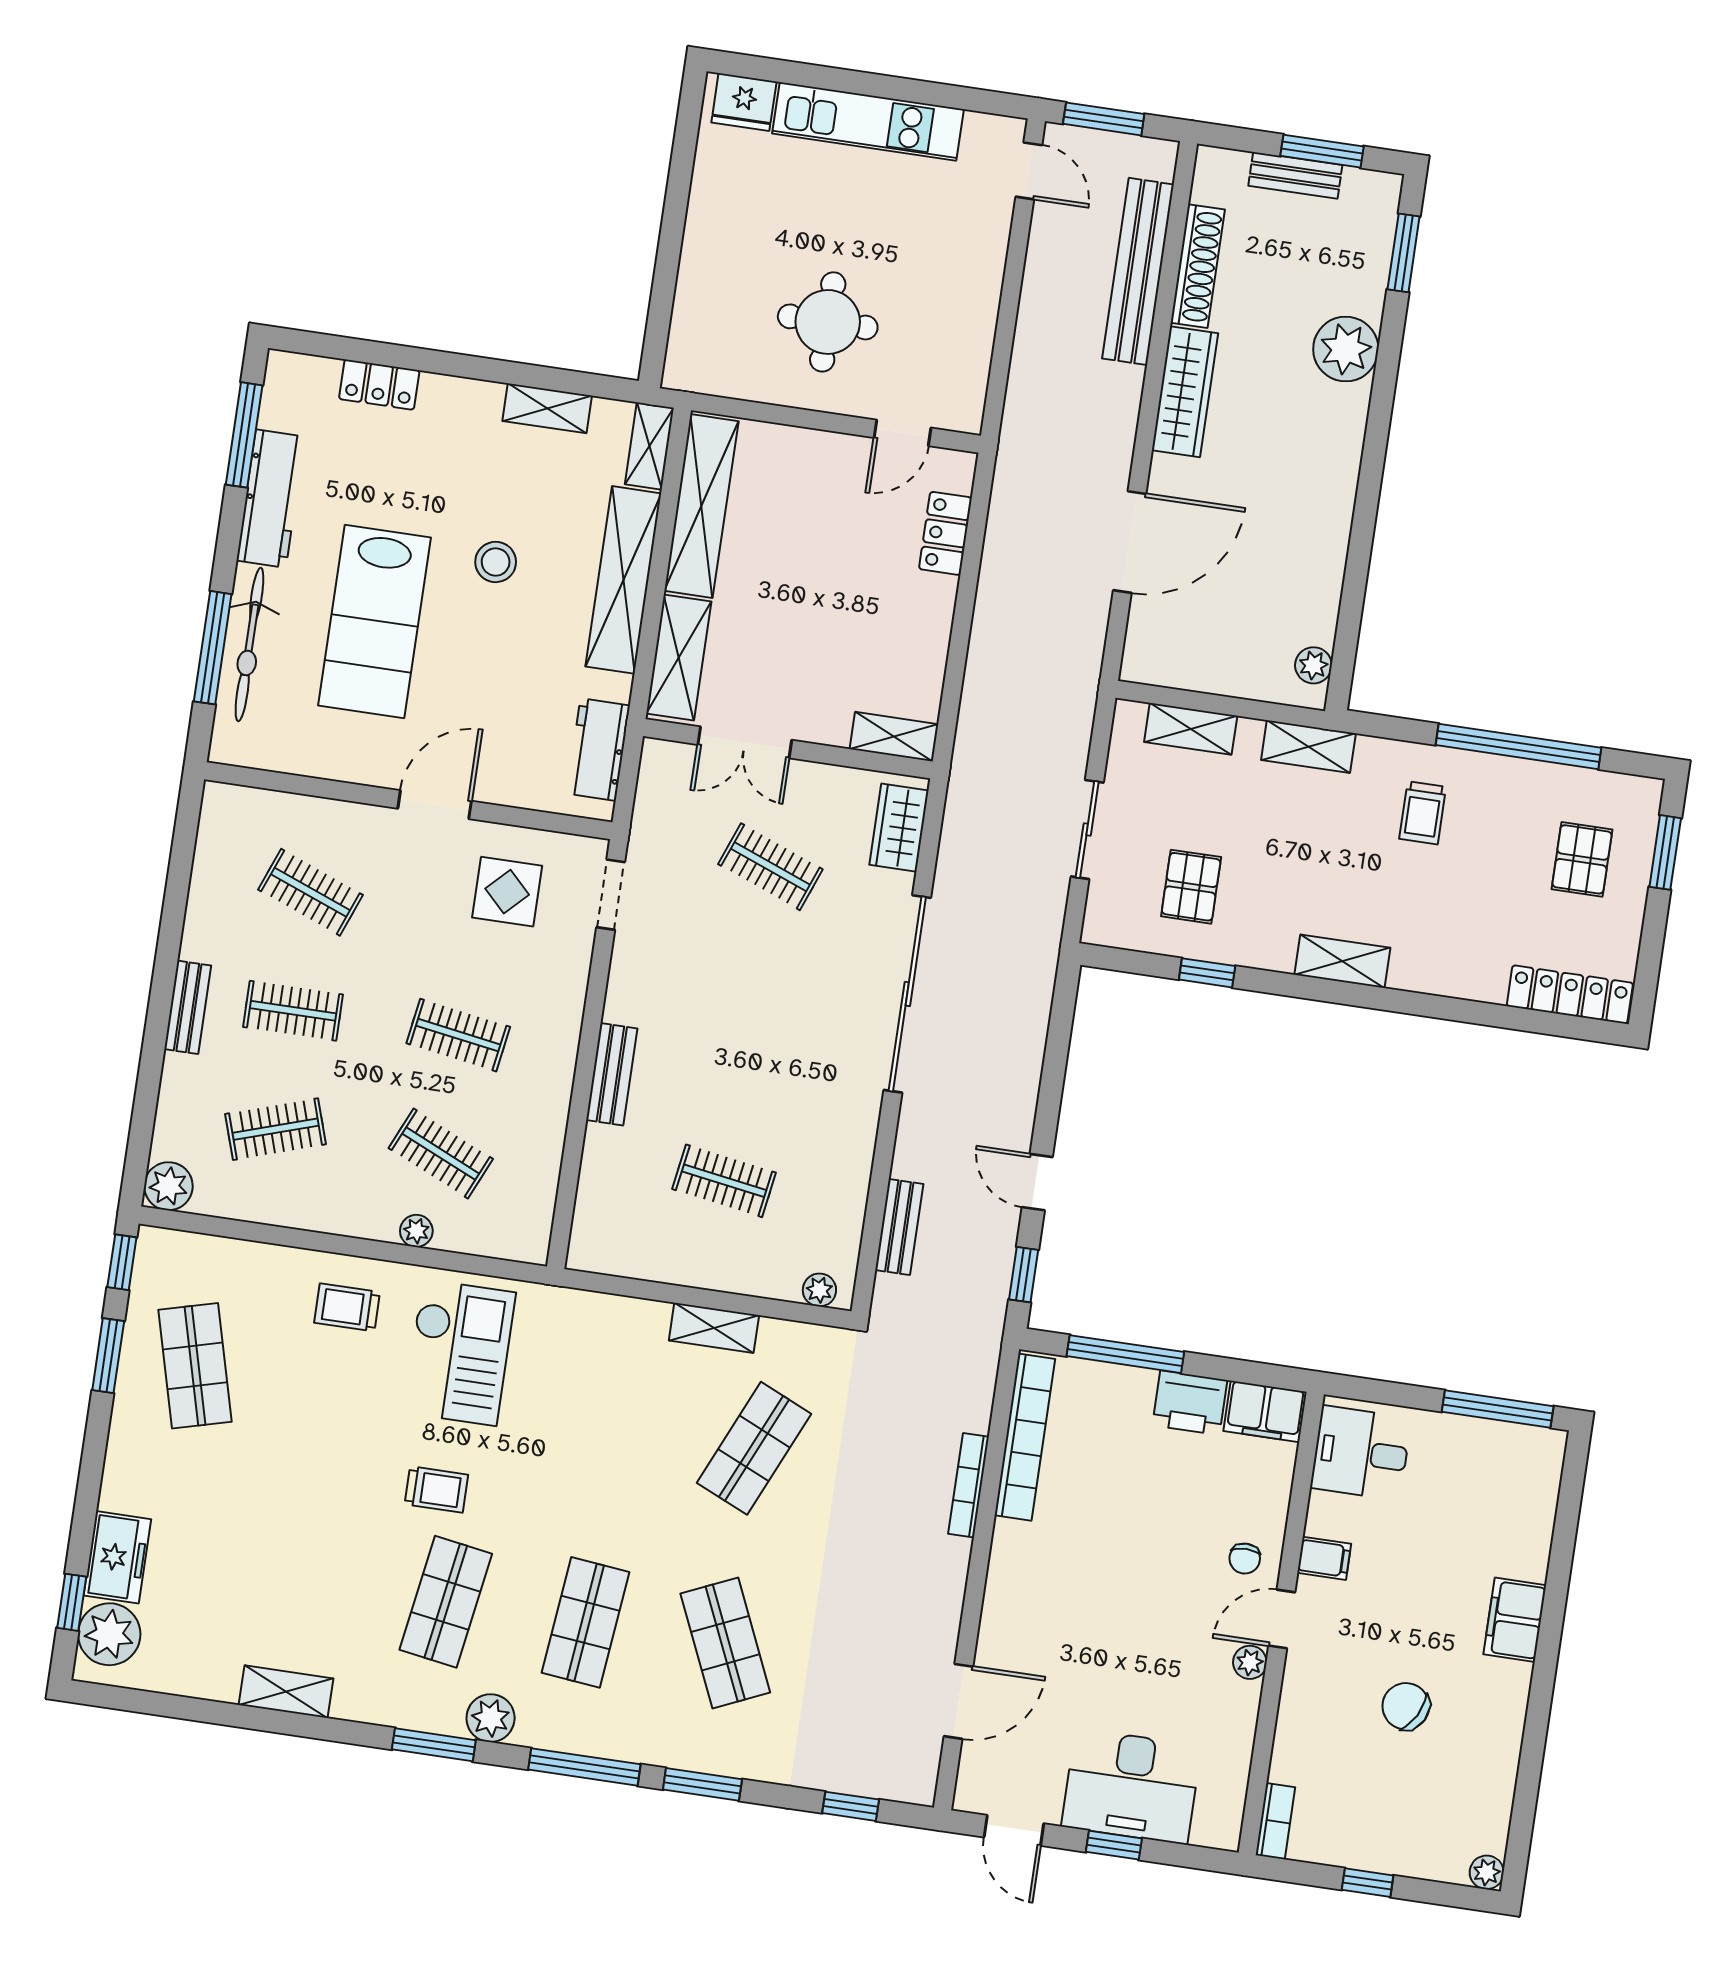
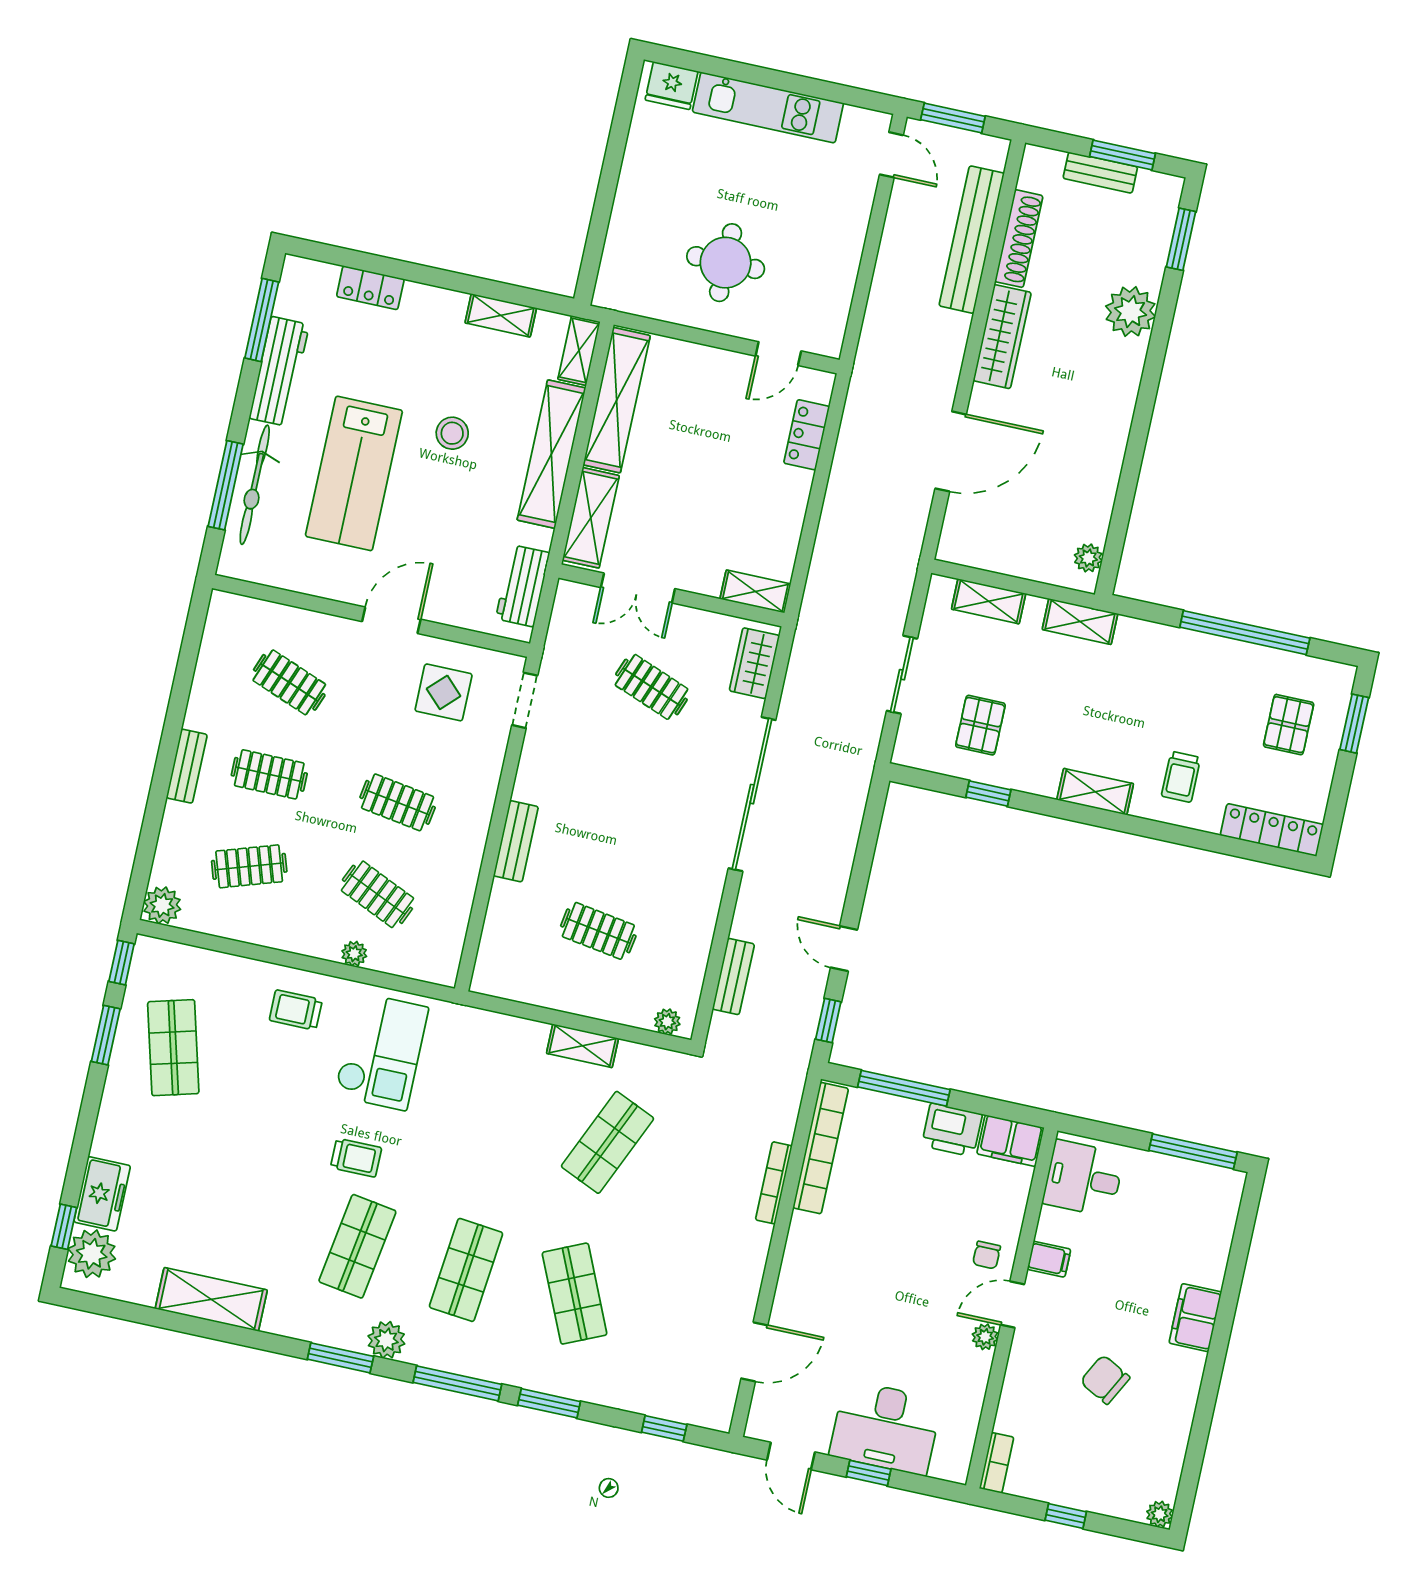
trolley: (1423, 813) -> (1181, 777), moved
shelving: (286, 1692) -> (211, 1299), width x1.50, depth x1.33

